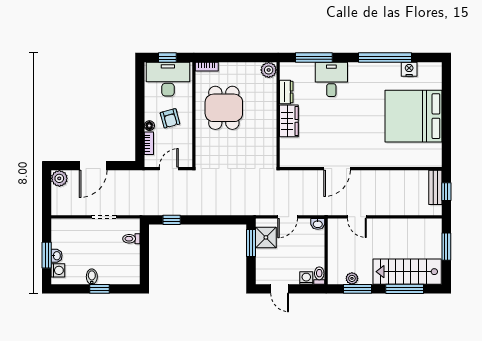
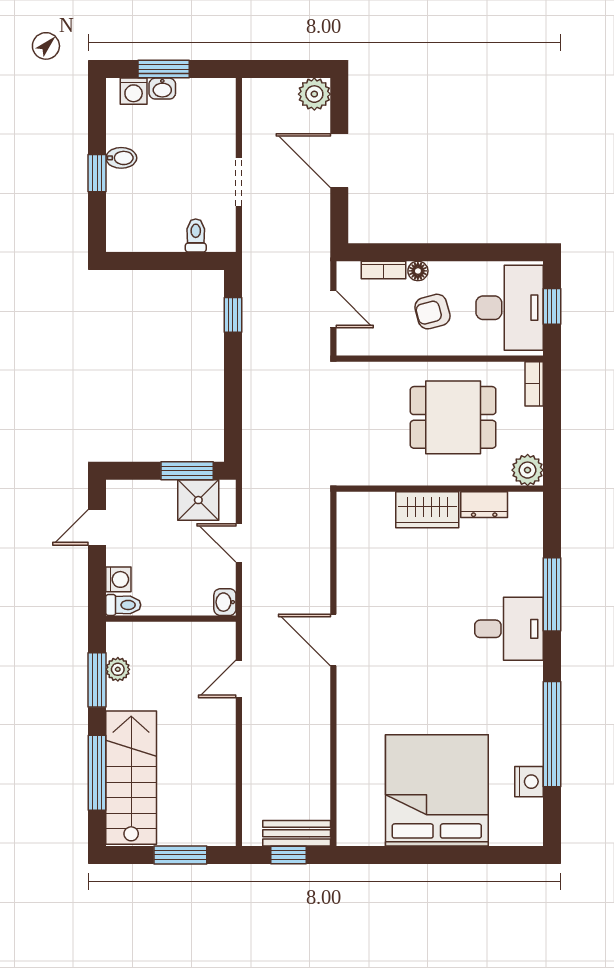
plant: (269, 70) -> (528, 470), moved
dresser: (286, 92) -> (484, 505), moved
wall: (278, 115) -> (440, 489), moved
wardrobe: (289, 121) -> (427, 510), moved

